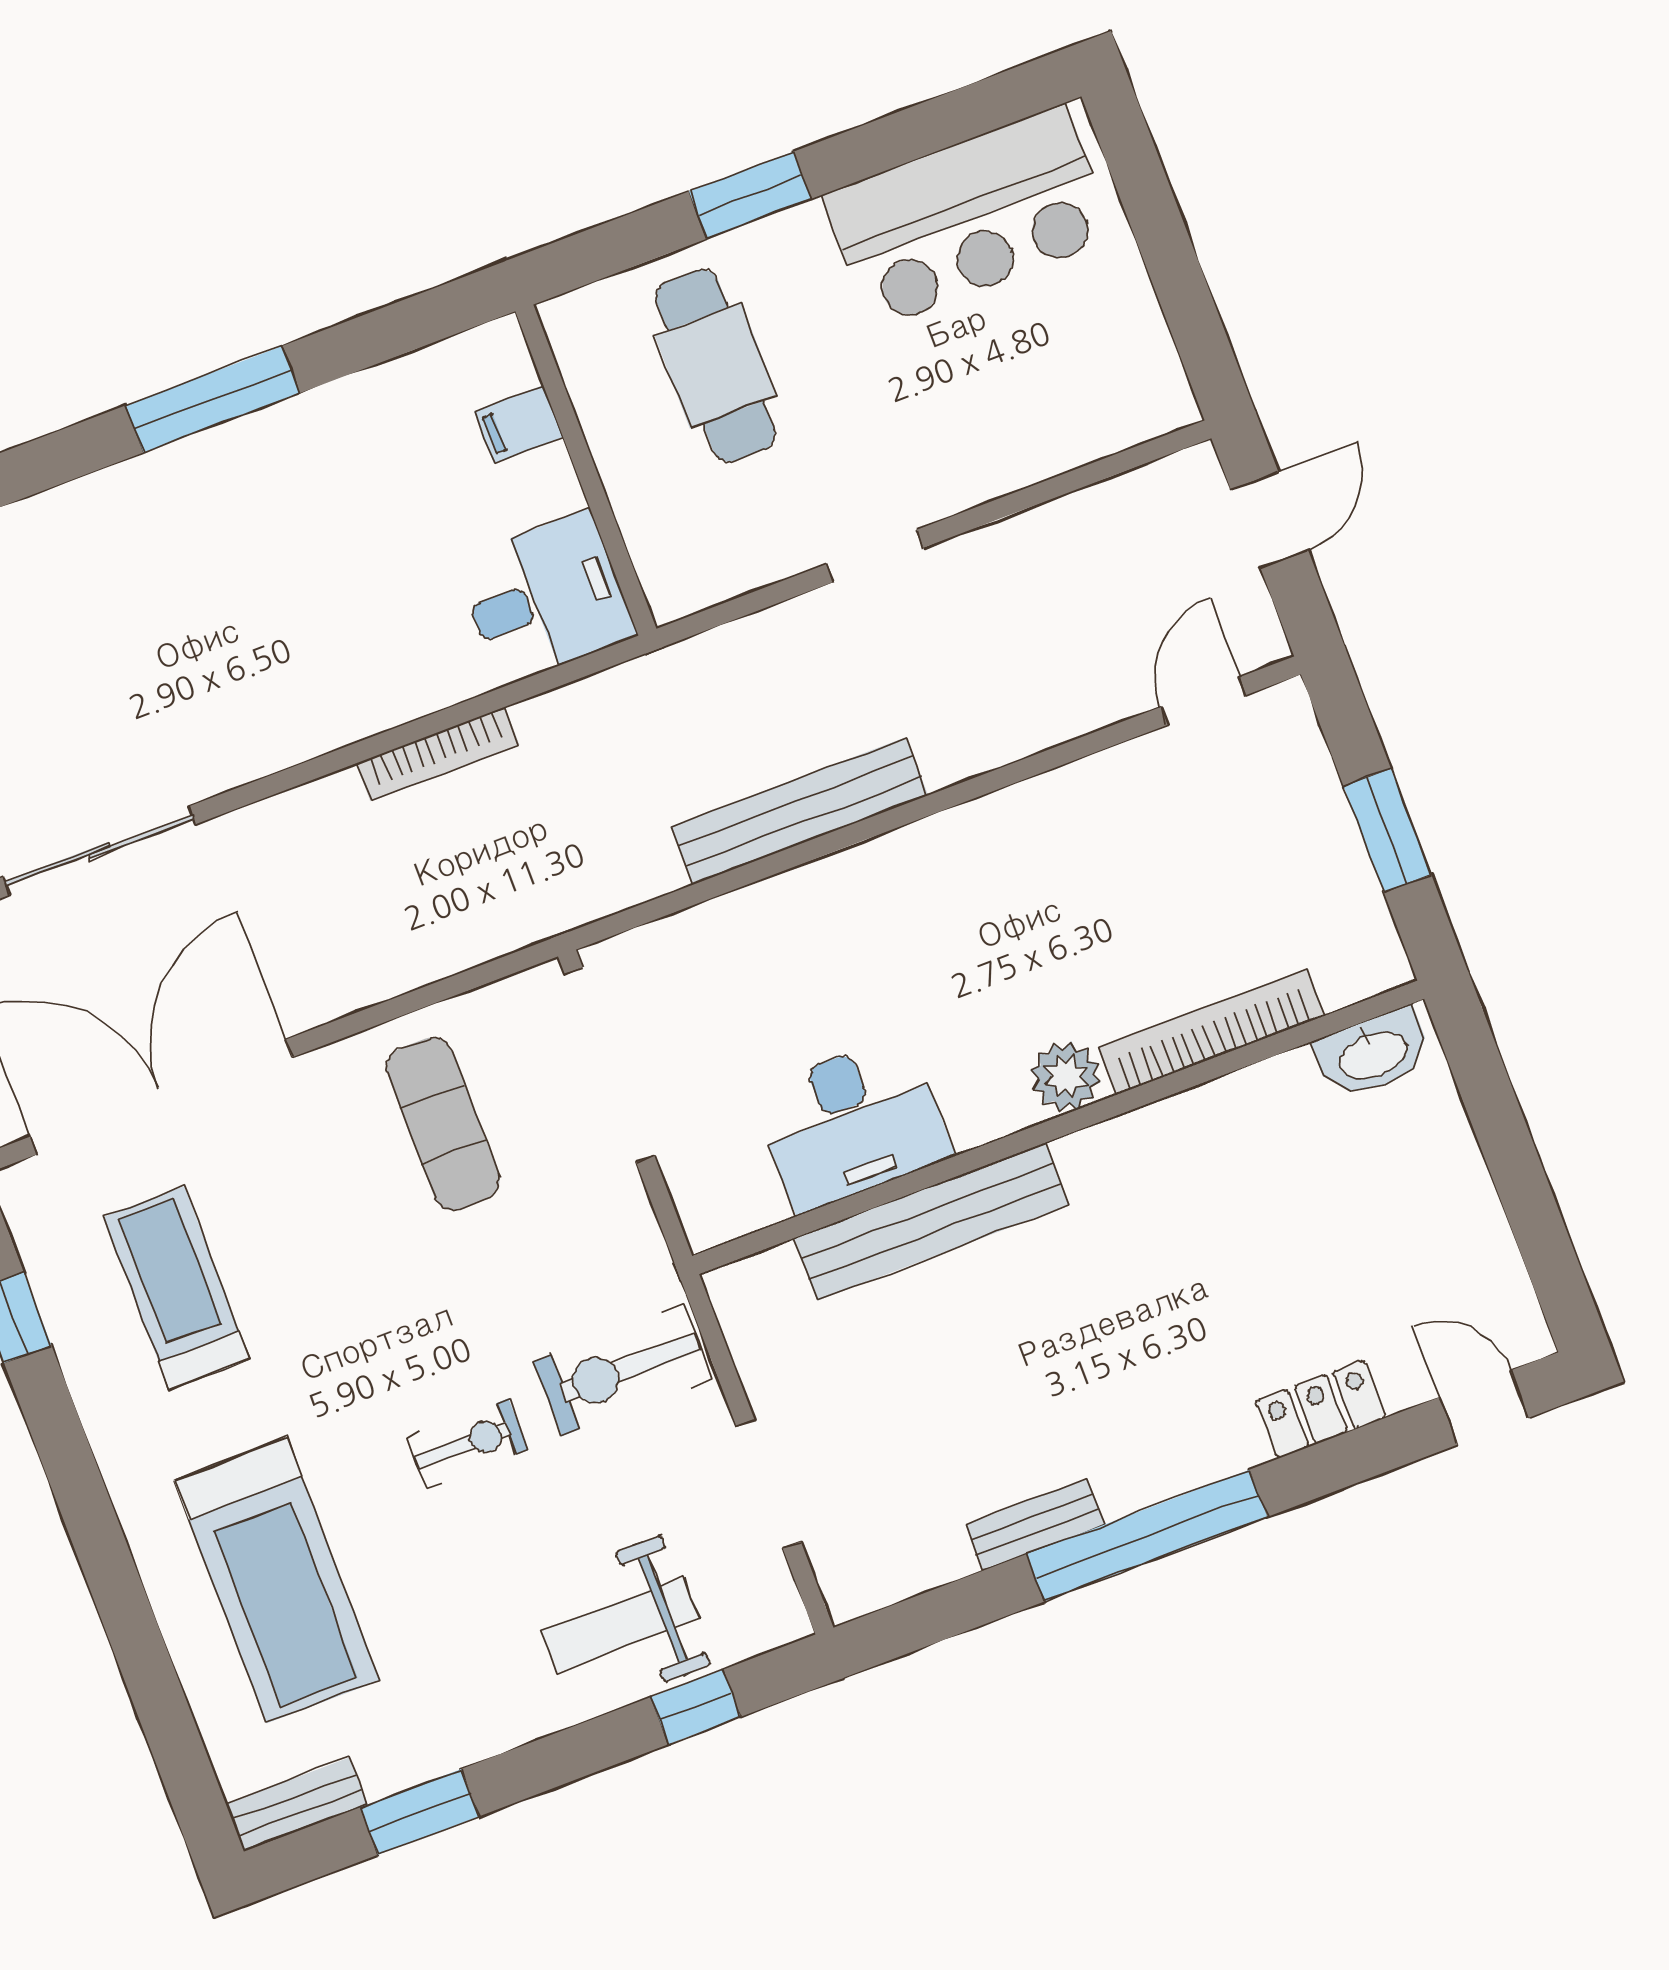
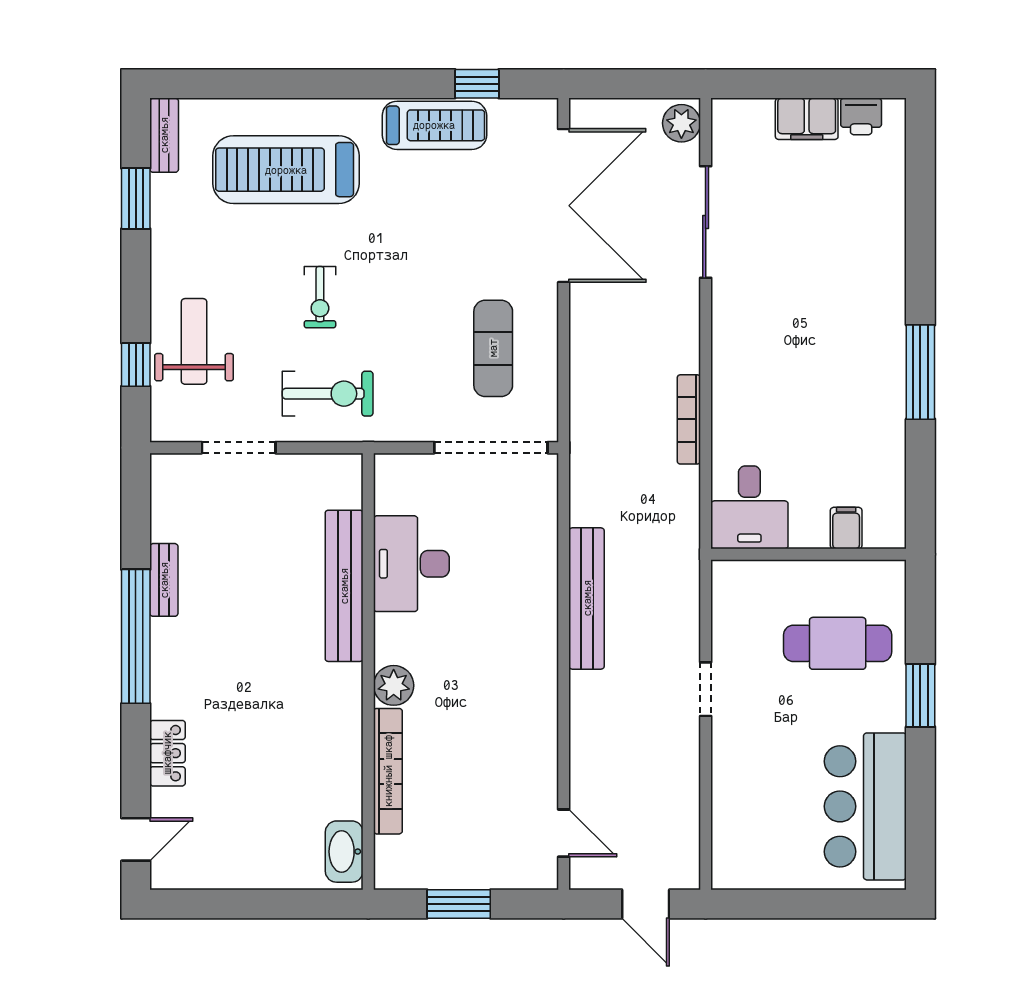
exercise mat: (443, 1124) -> (493, 348), turned 90
treadmill: (177, 1288) -> (434, 125), moved
exercise bike: (623, 1370) -> (328, 394), turned 90

